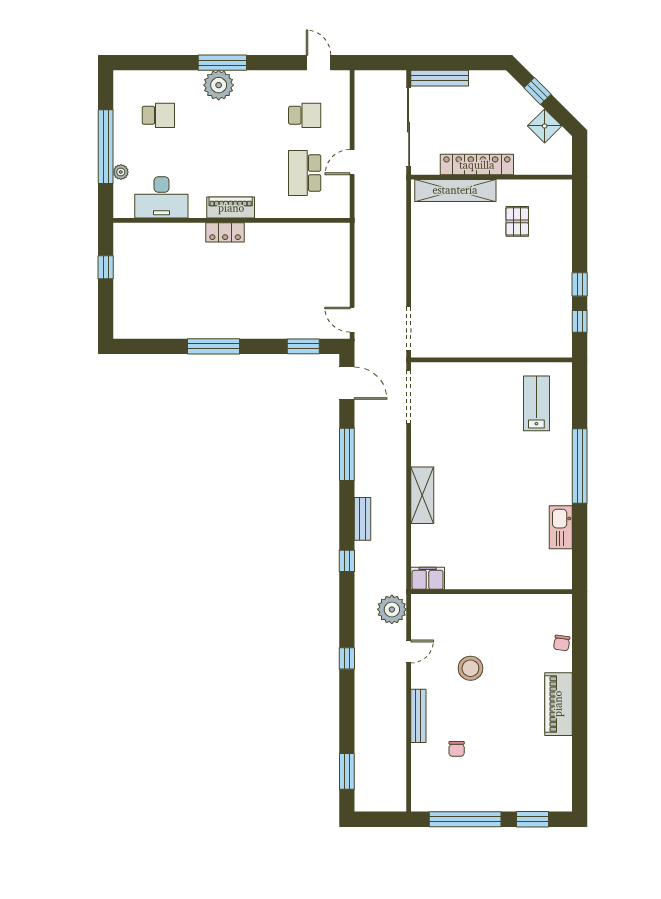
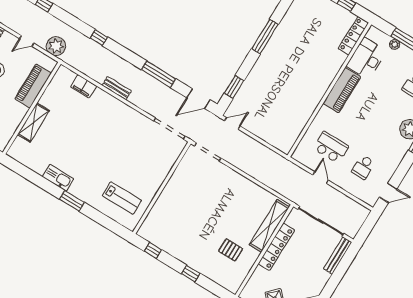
piano: (231, 208) -> (342, 90), width x1.37, depth x1.33
locker: (225, 232) -> (353, 36), moved, width x1.53
window: (580, 284) -> (191, 274), moved
window: (580, 466) -> (72, 201), width x0.47
shelving: (422, 495) -> (33, 123), moved, turned 90
bench: (363, 519) -> (117, 88), moved
kitchen sink: (561, 527) -> (58, 178), moved
filing cabinet: (428, 578) -> (84, 86), moved, turned 90
piano: (462, 608) -> (33, 86), added
door: (409, 652) -> (27, 41), hinge flipped

